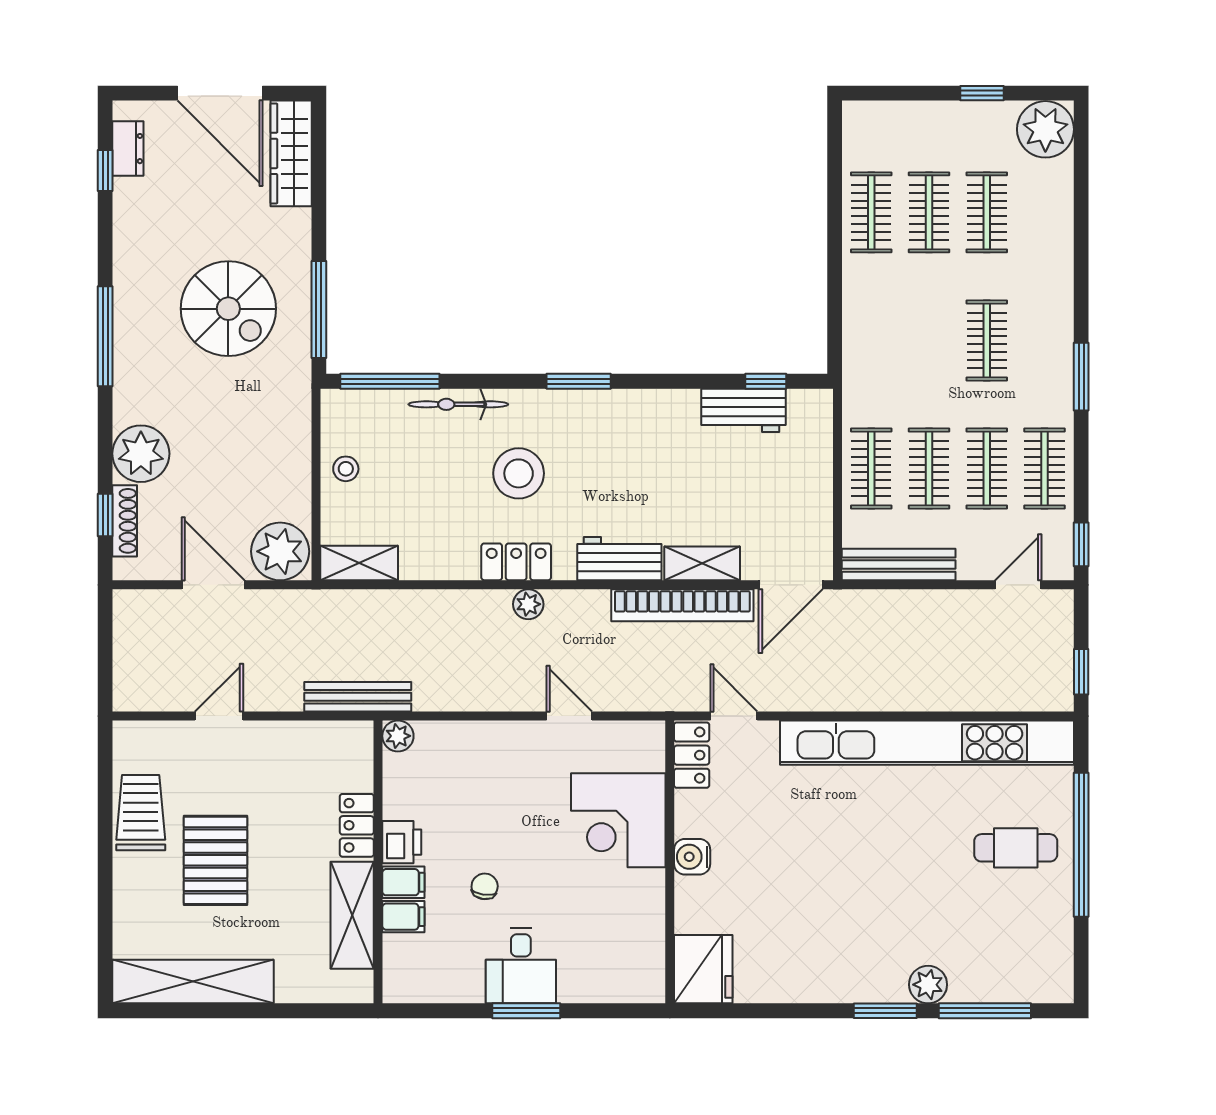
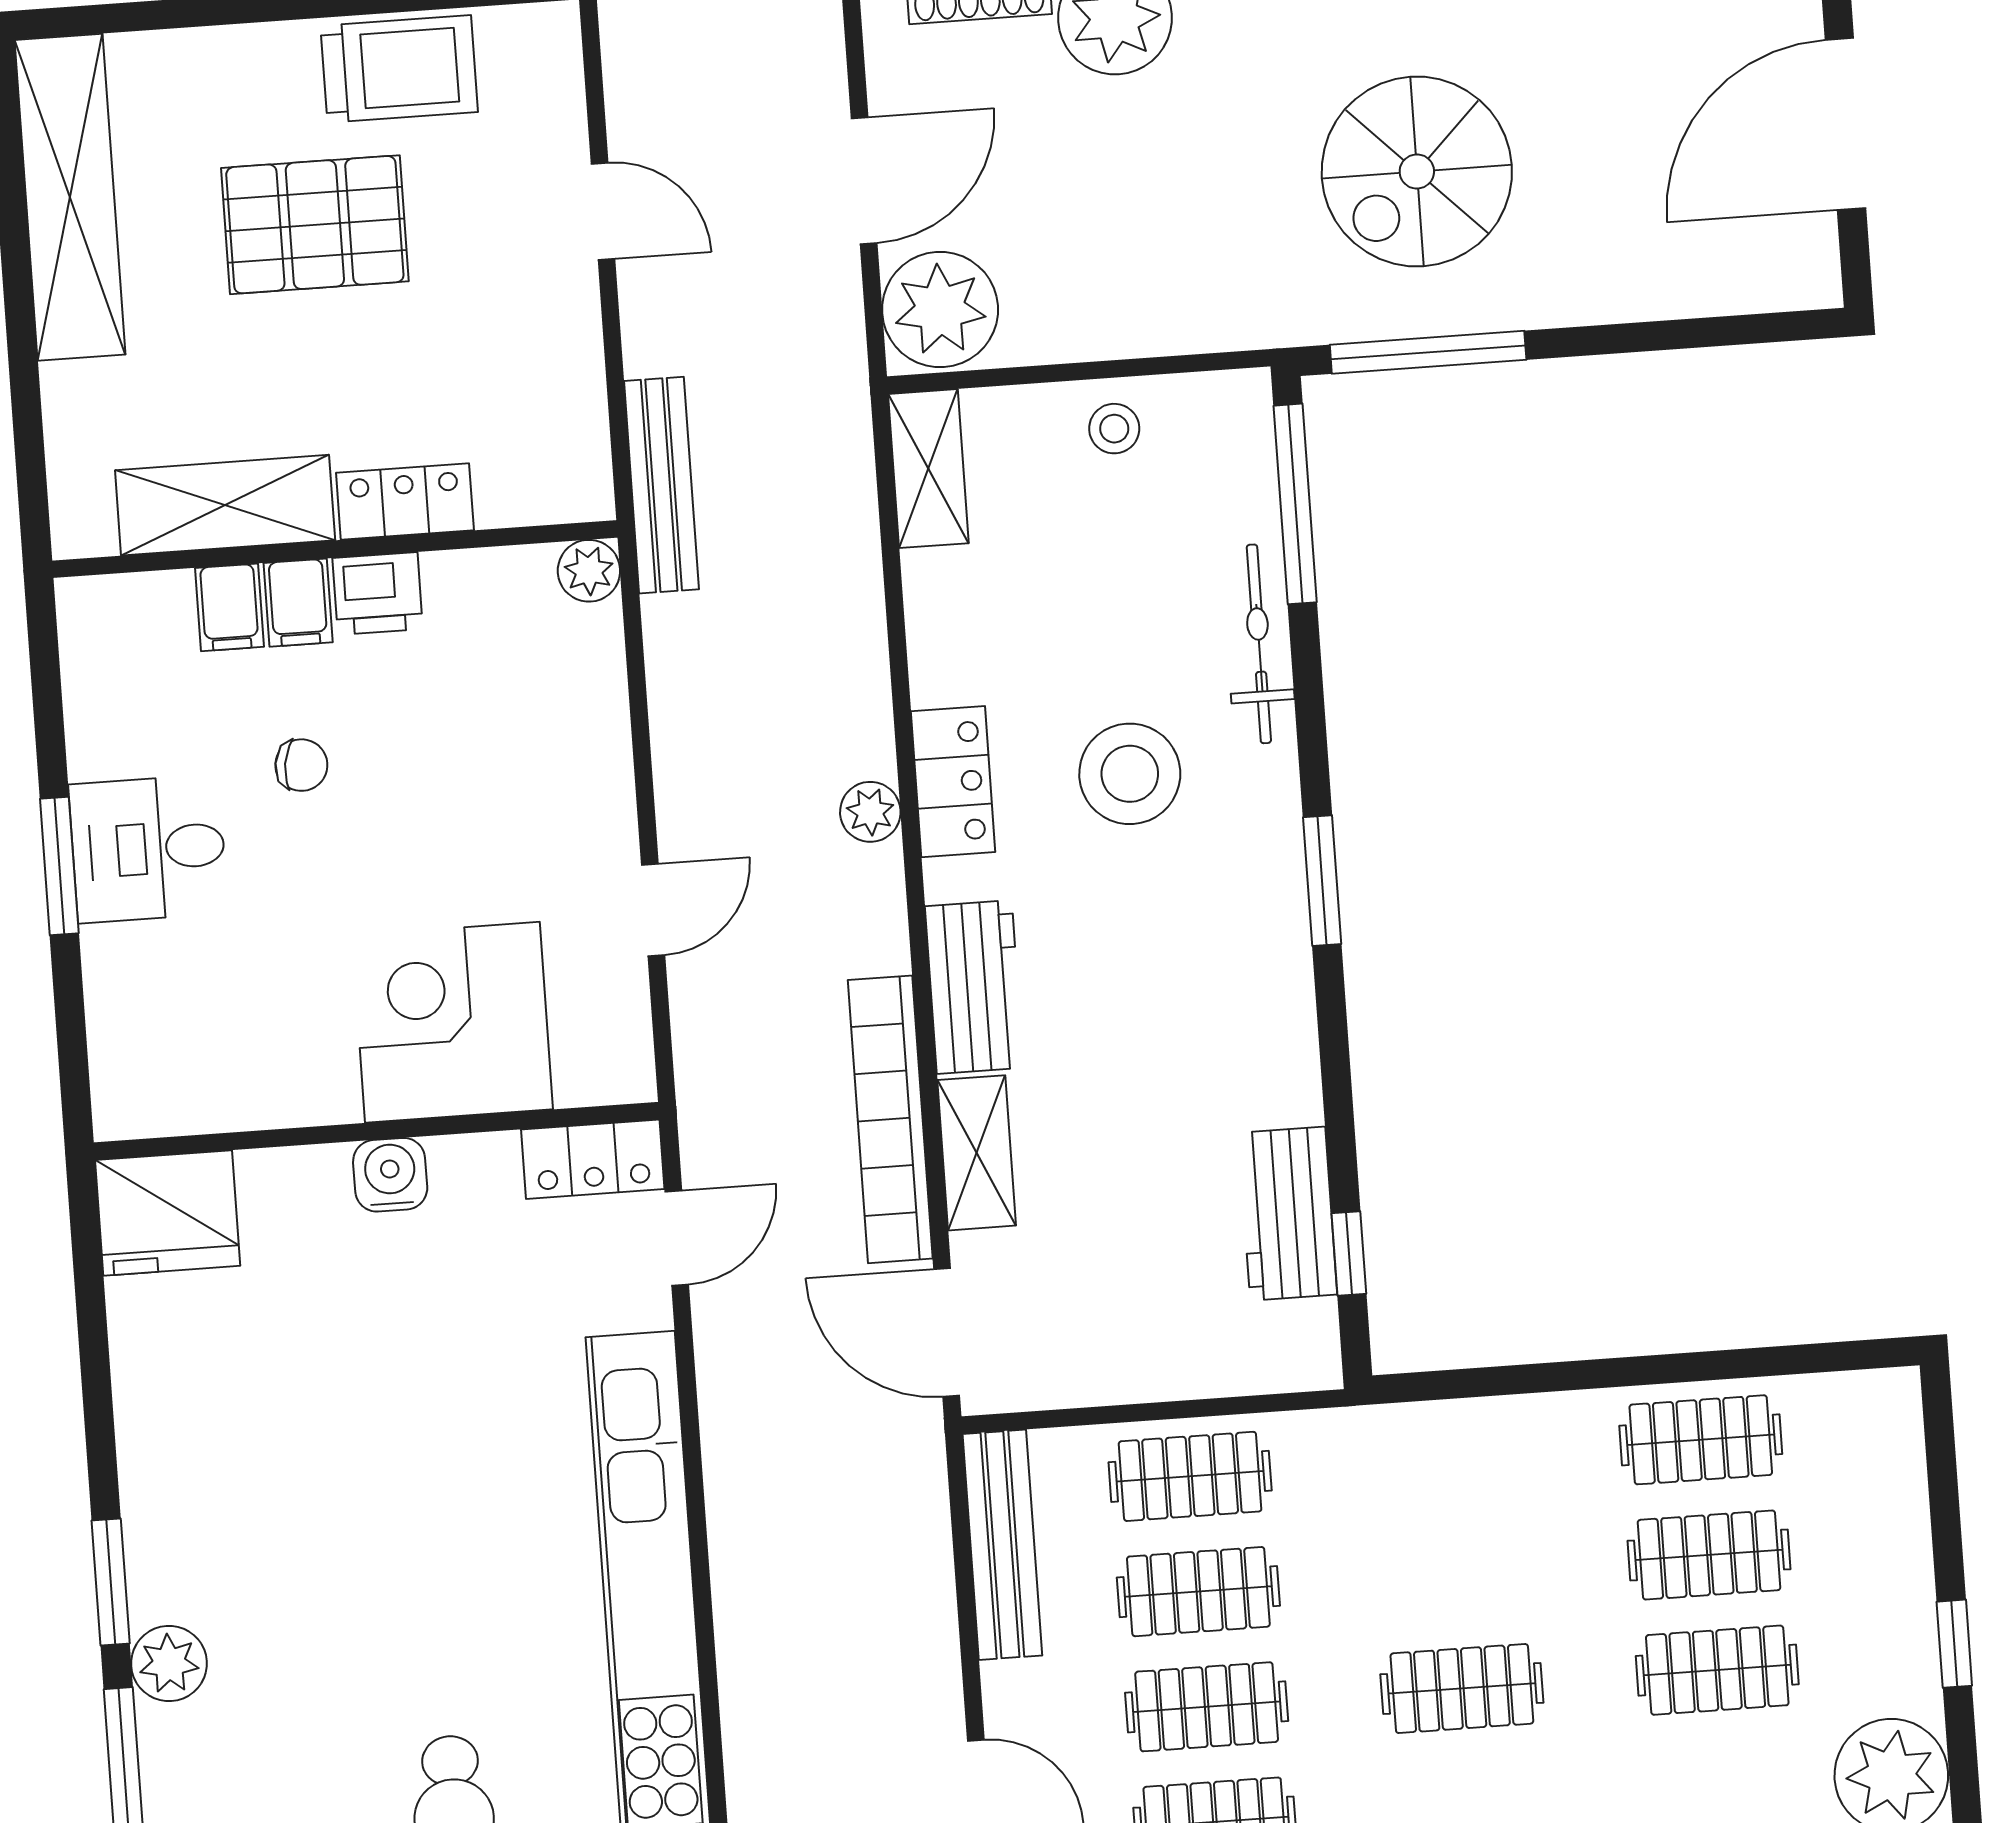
wardrobe: (291, 153) -> (1735, 275), removed

